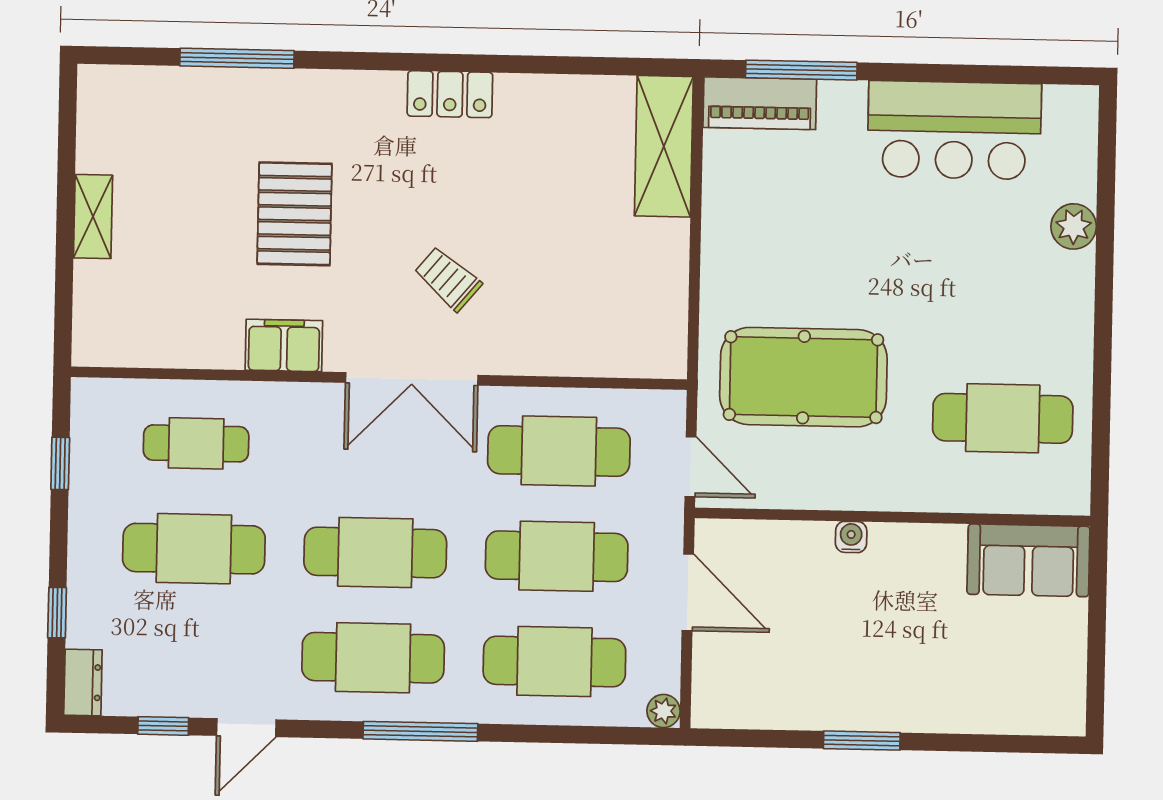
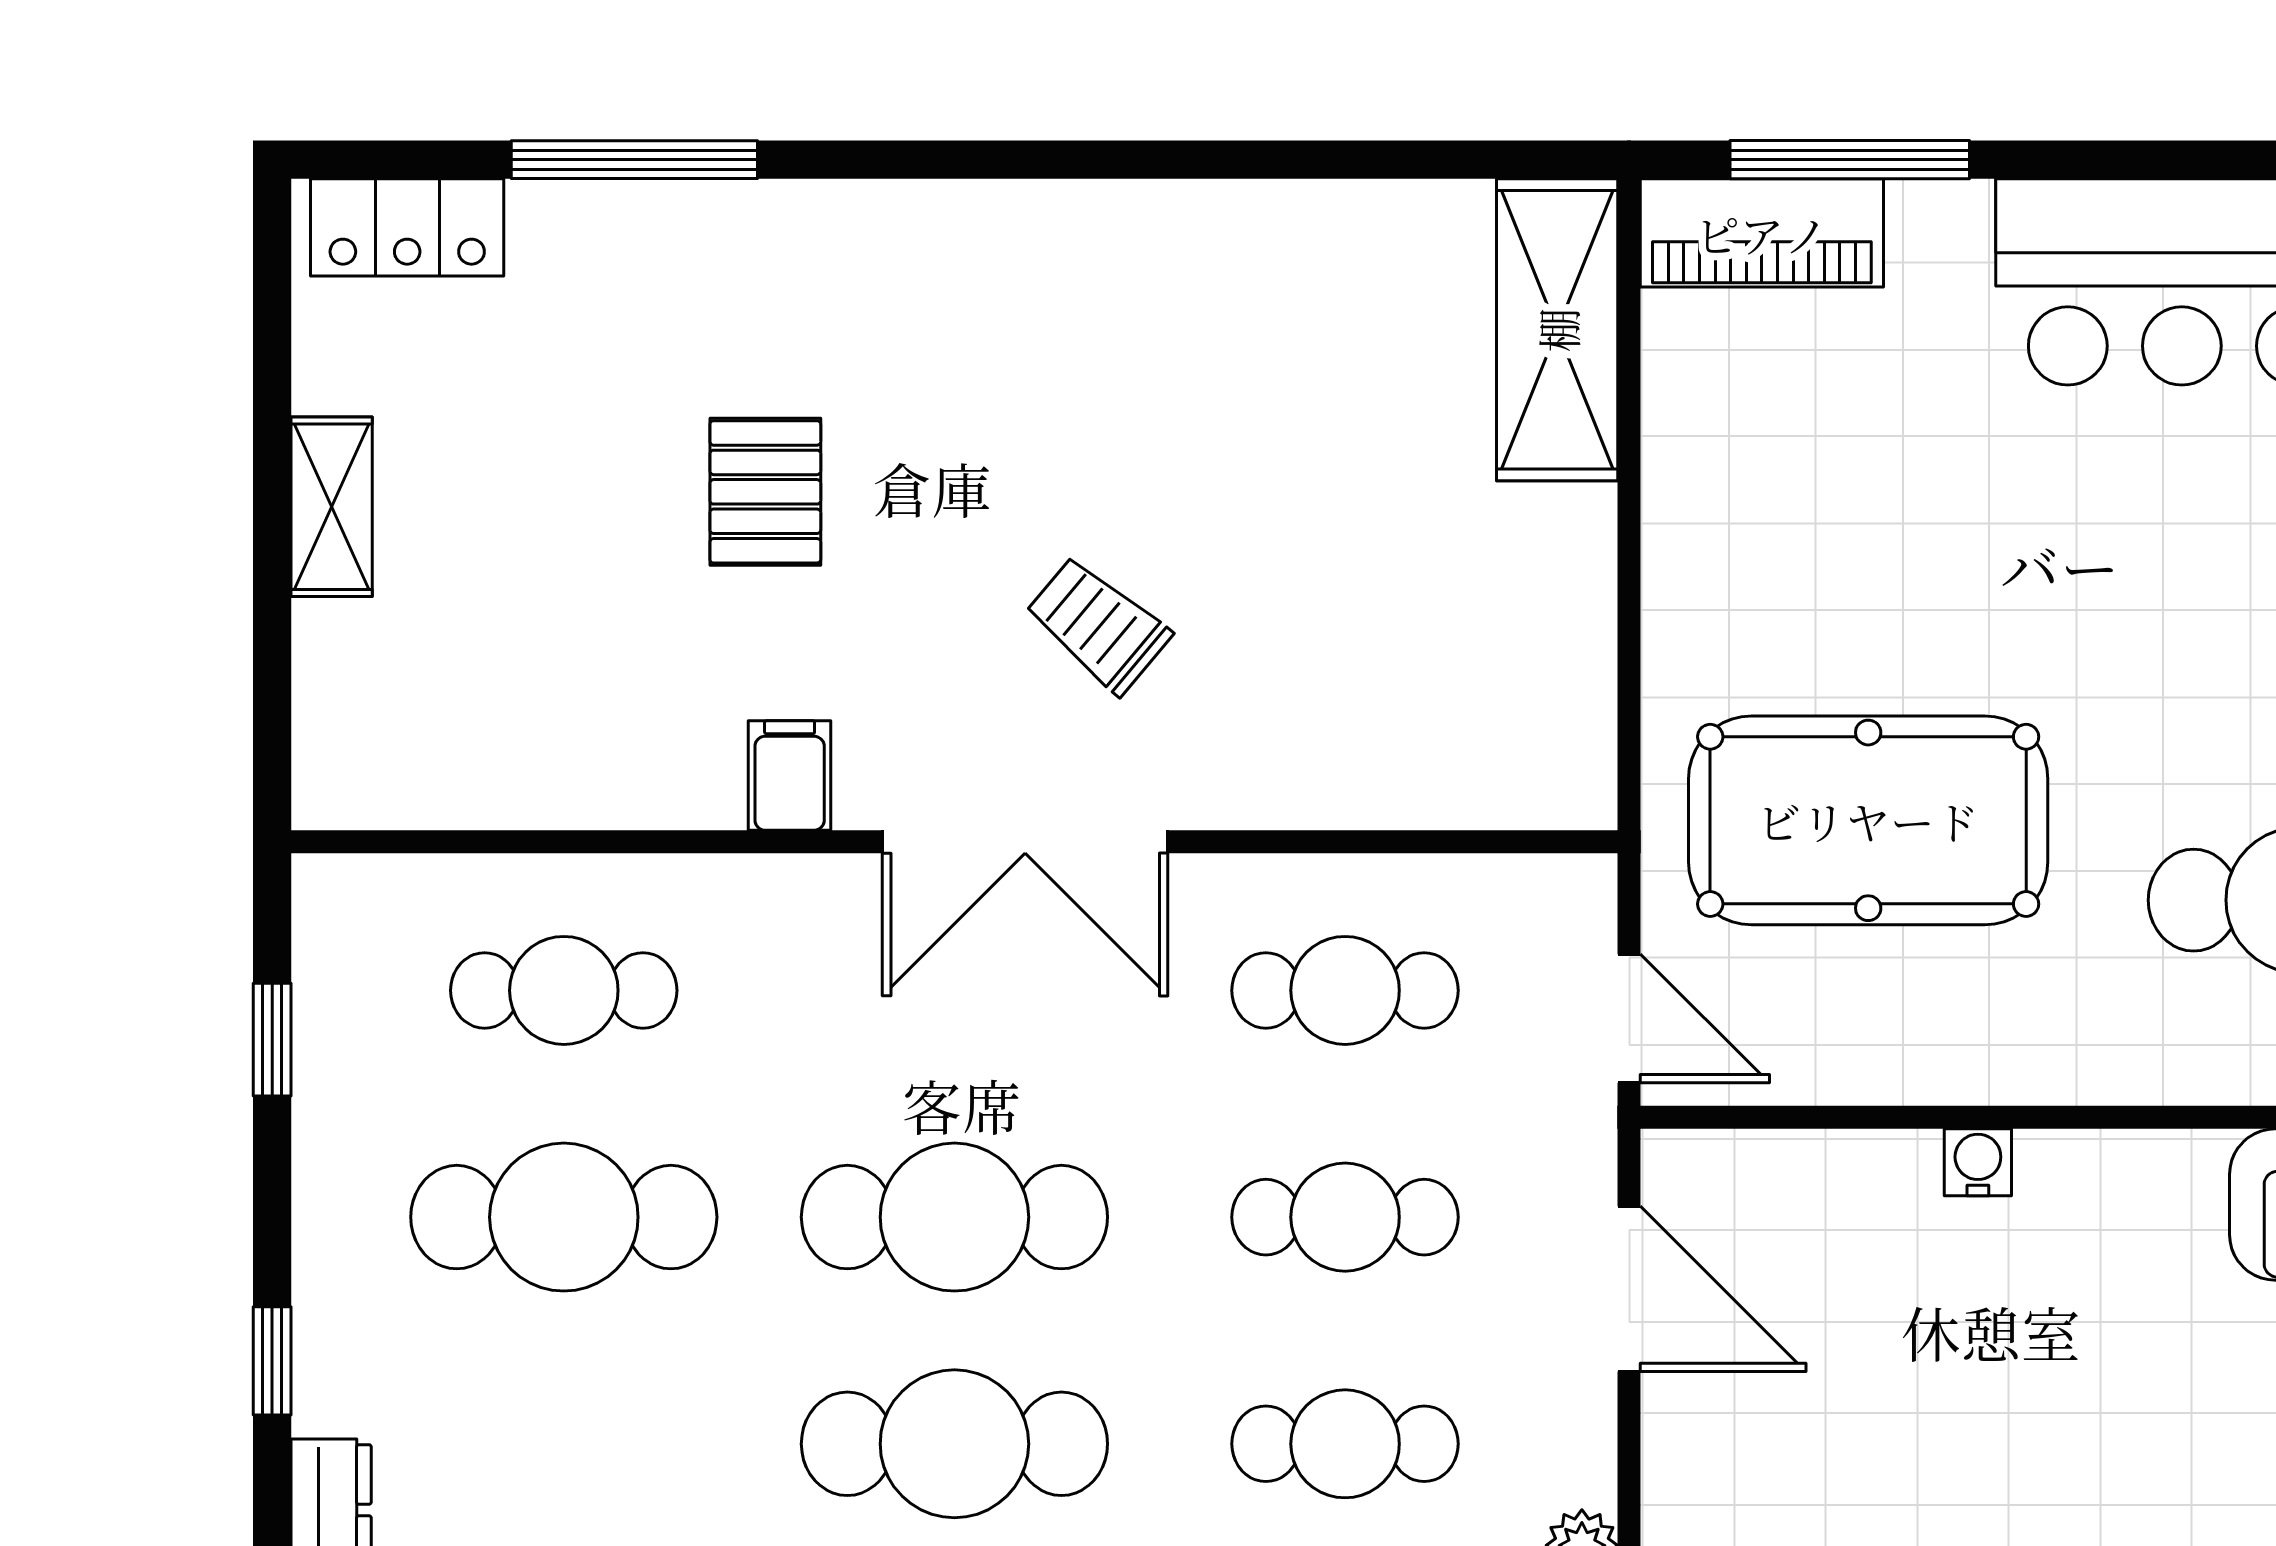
locker: (450, 94) -> (407, 227), moved
pallet: (295, 214) -> (765, 492), width x0.67, depth x0.71
filing cabinet: (284, 345) -> (790, 776), width x0.50
cafe table: (559, 451) -> (1345, 990), width x0.73, depth x0.74
cafe table: (557, 556) -> (1345, 1217), width x0.73, depth x0.74
cafe table: (554, 662) -> (1345, 1444), width x0.73, depth x0.74

